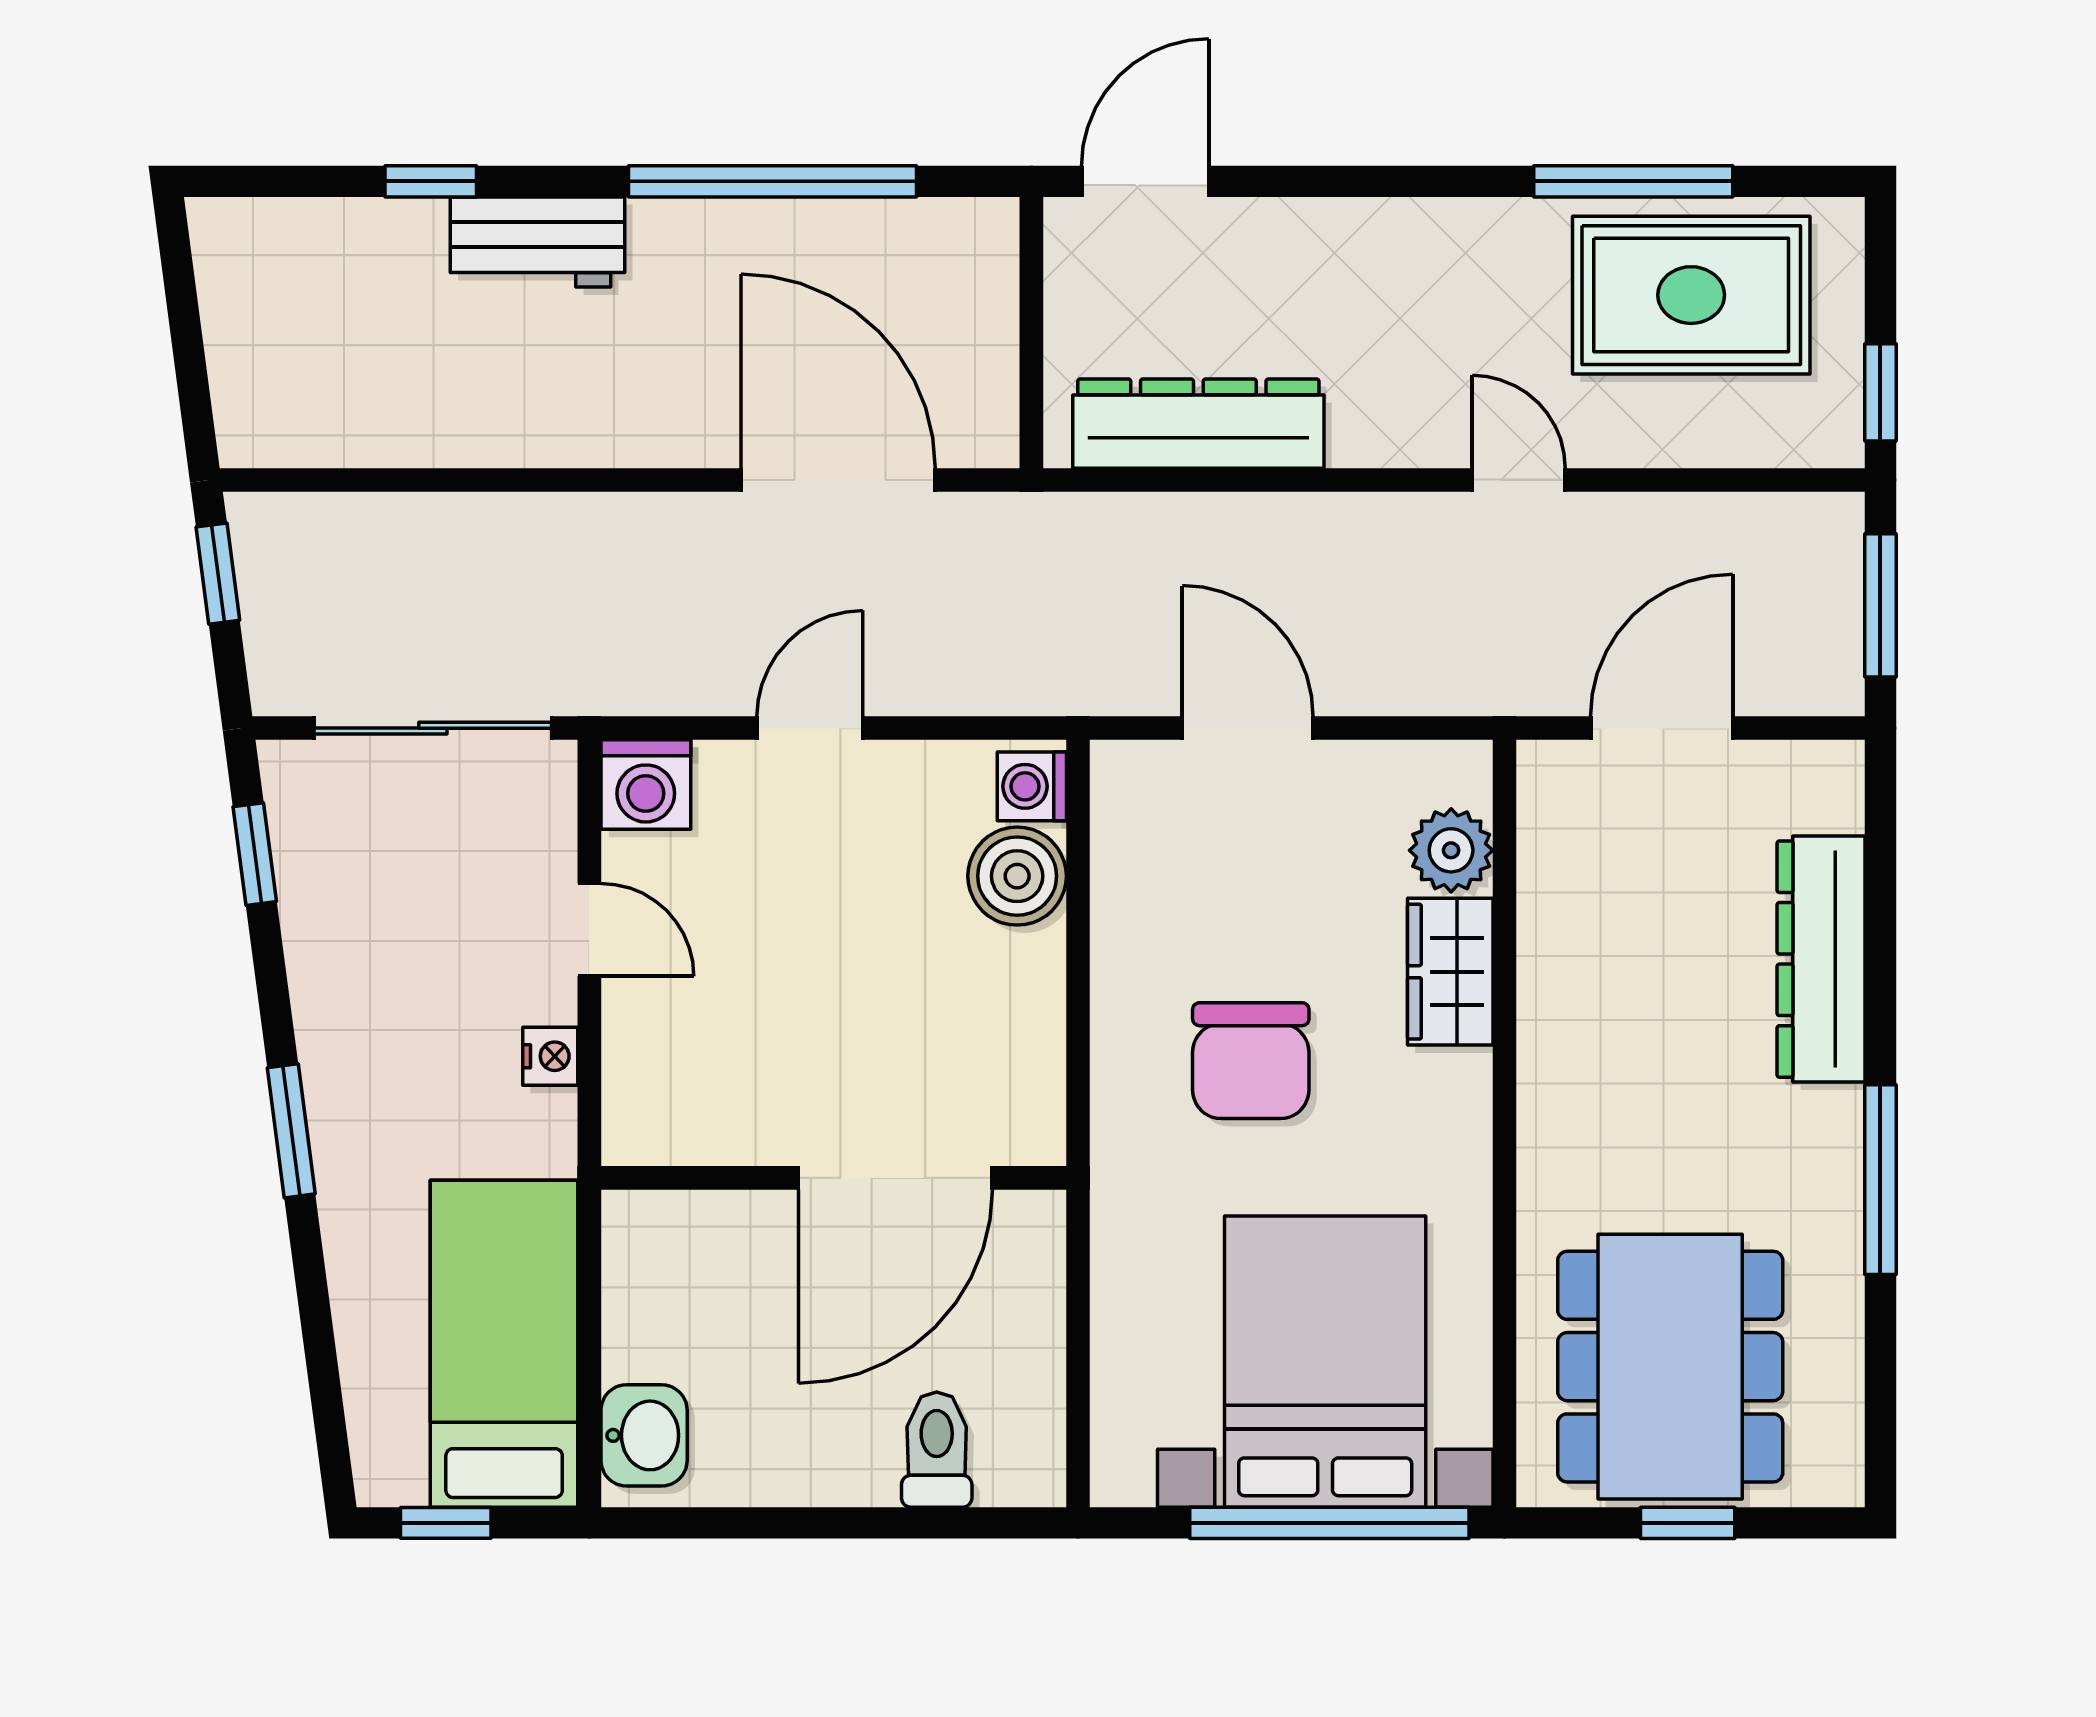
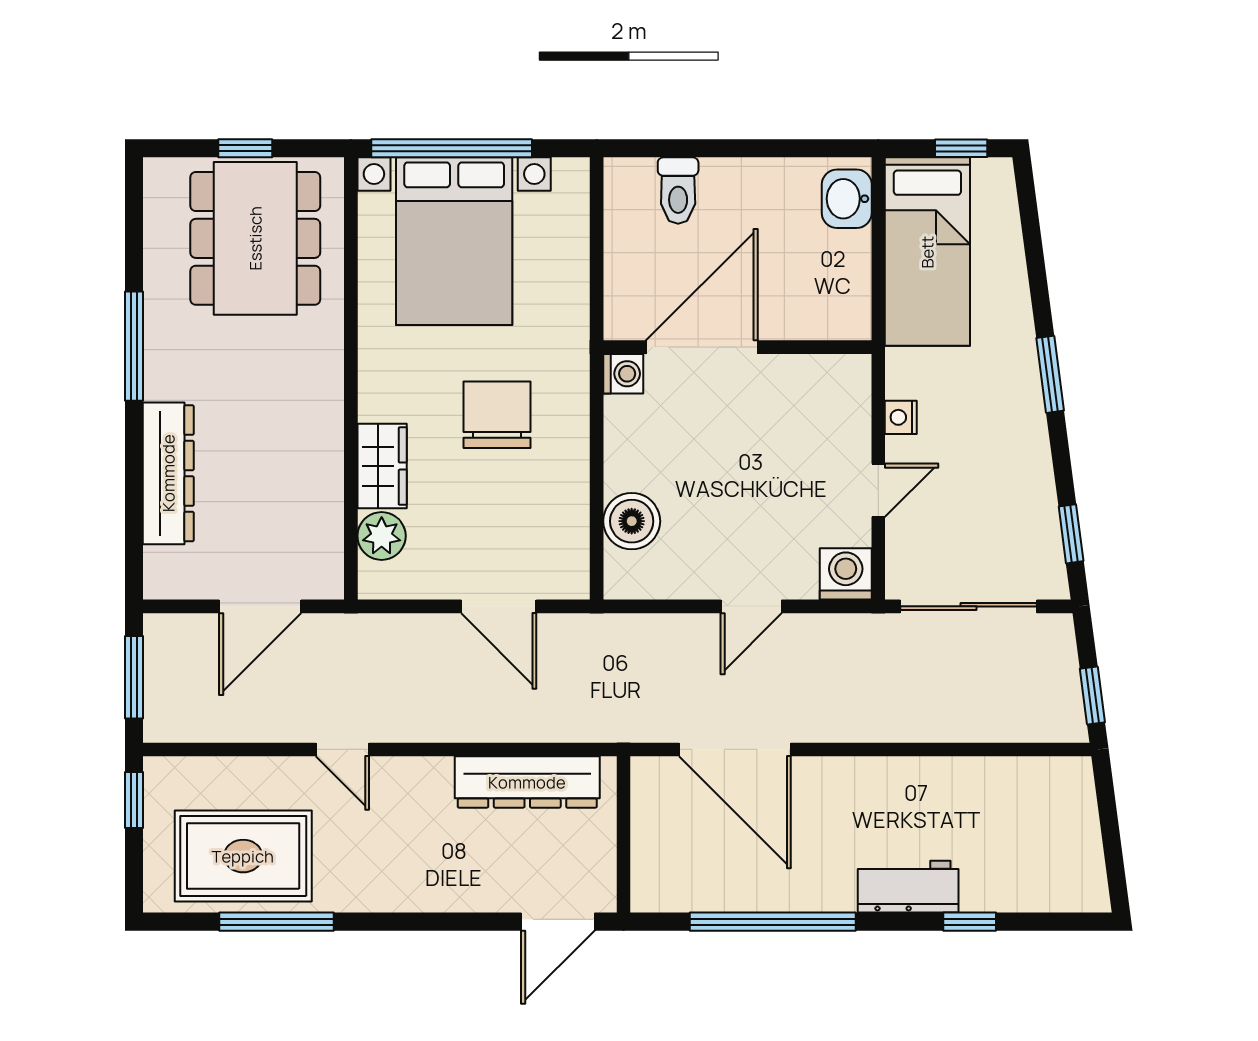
washing machine: (1032, 786) -> (623, 374), moved
door: (589, 930) -> (878, 490), swing flipped

